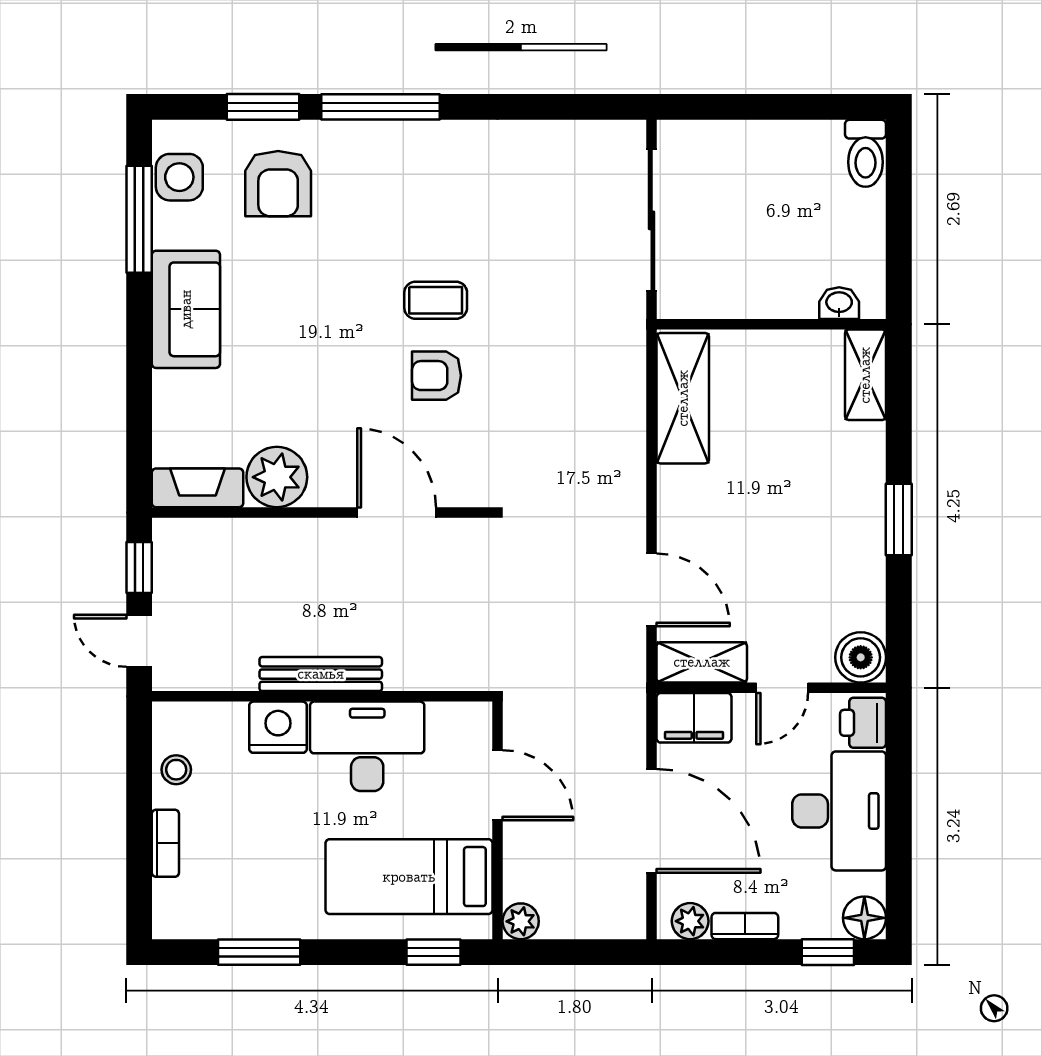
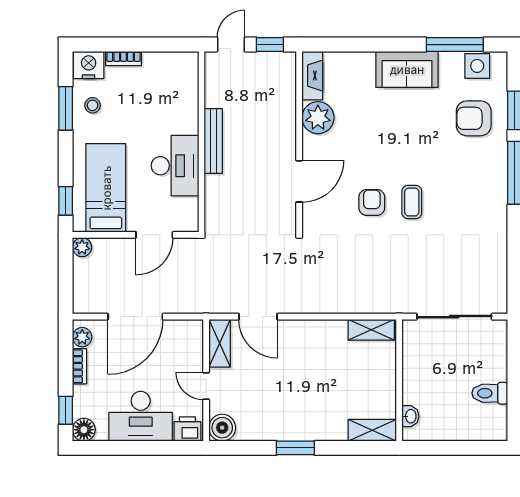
toilet: (866, 153) -> (490, 393), moved
shelving: (683, 398) -> (371, 330), width x0.67, depth x0.75
door: (652, 590) -> (258, 317), hinge flipped
filing cabinet: (694, 718) -> (190, 339), removed
nightstand: (278, 727) -> (89, 65), moved, turned -90
stool: (176, 770) -> (93, 105), moved

